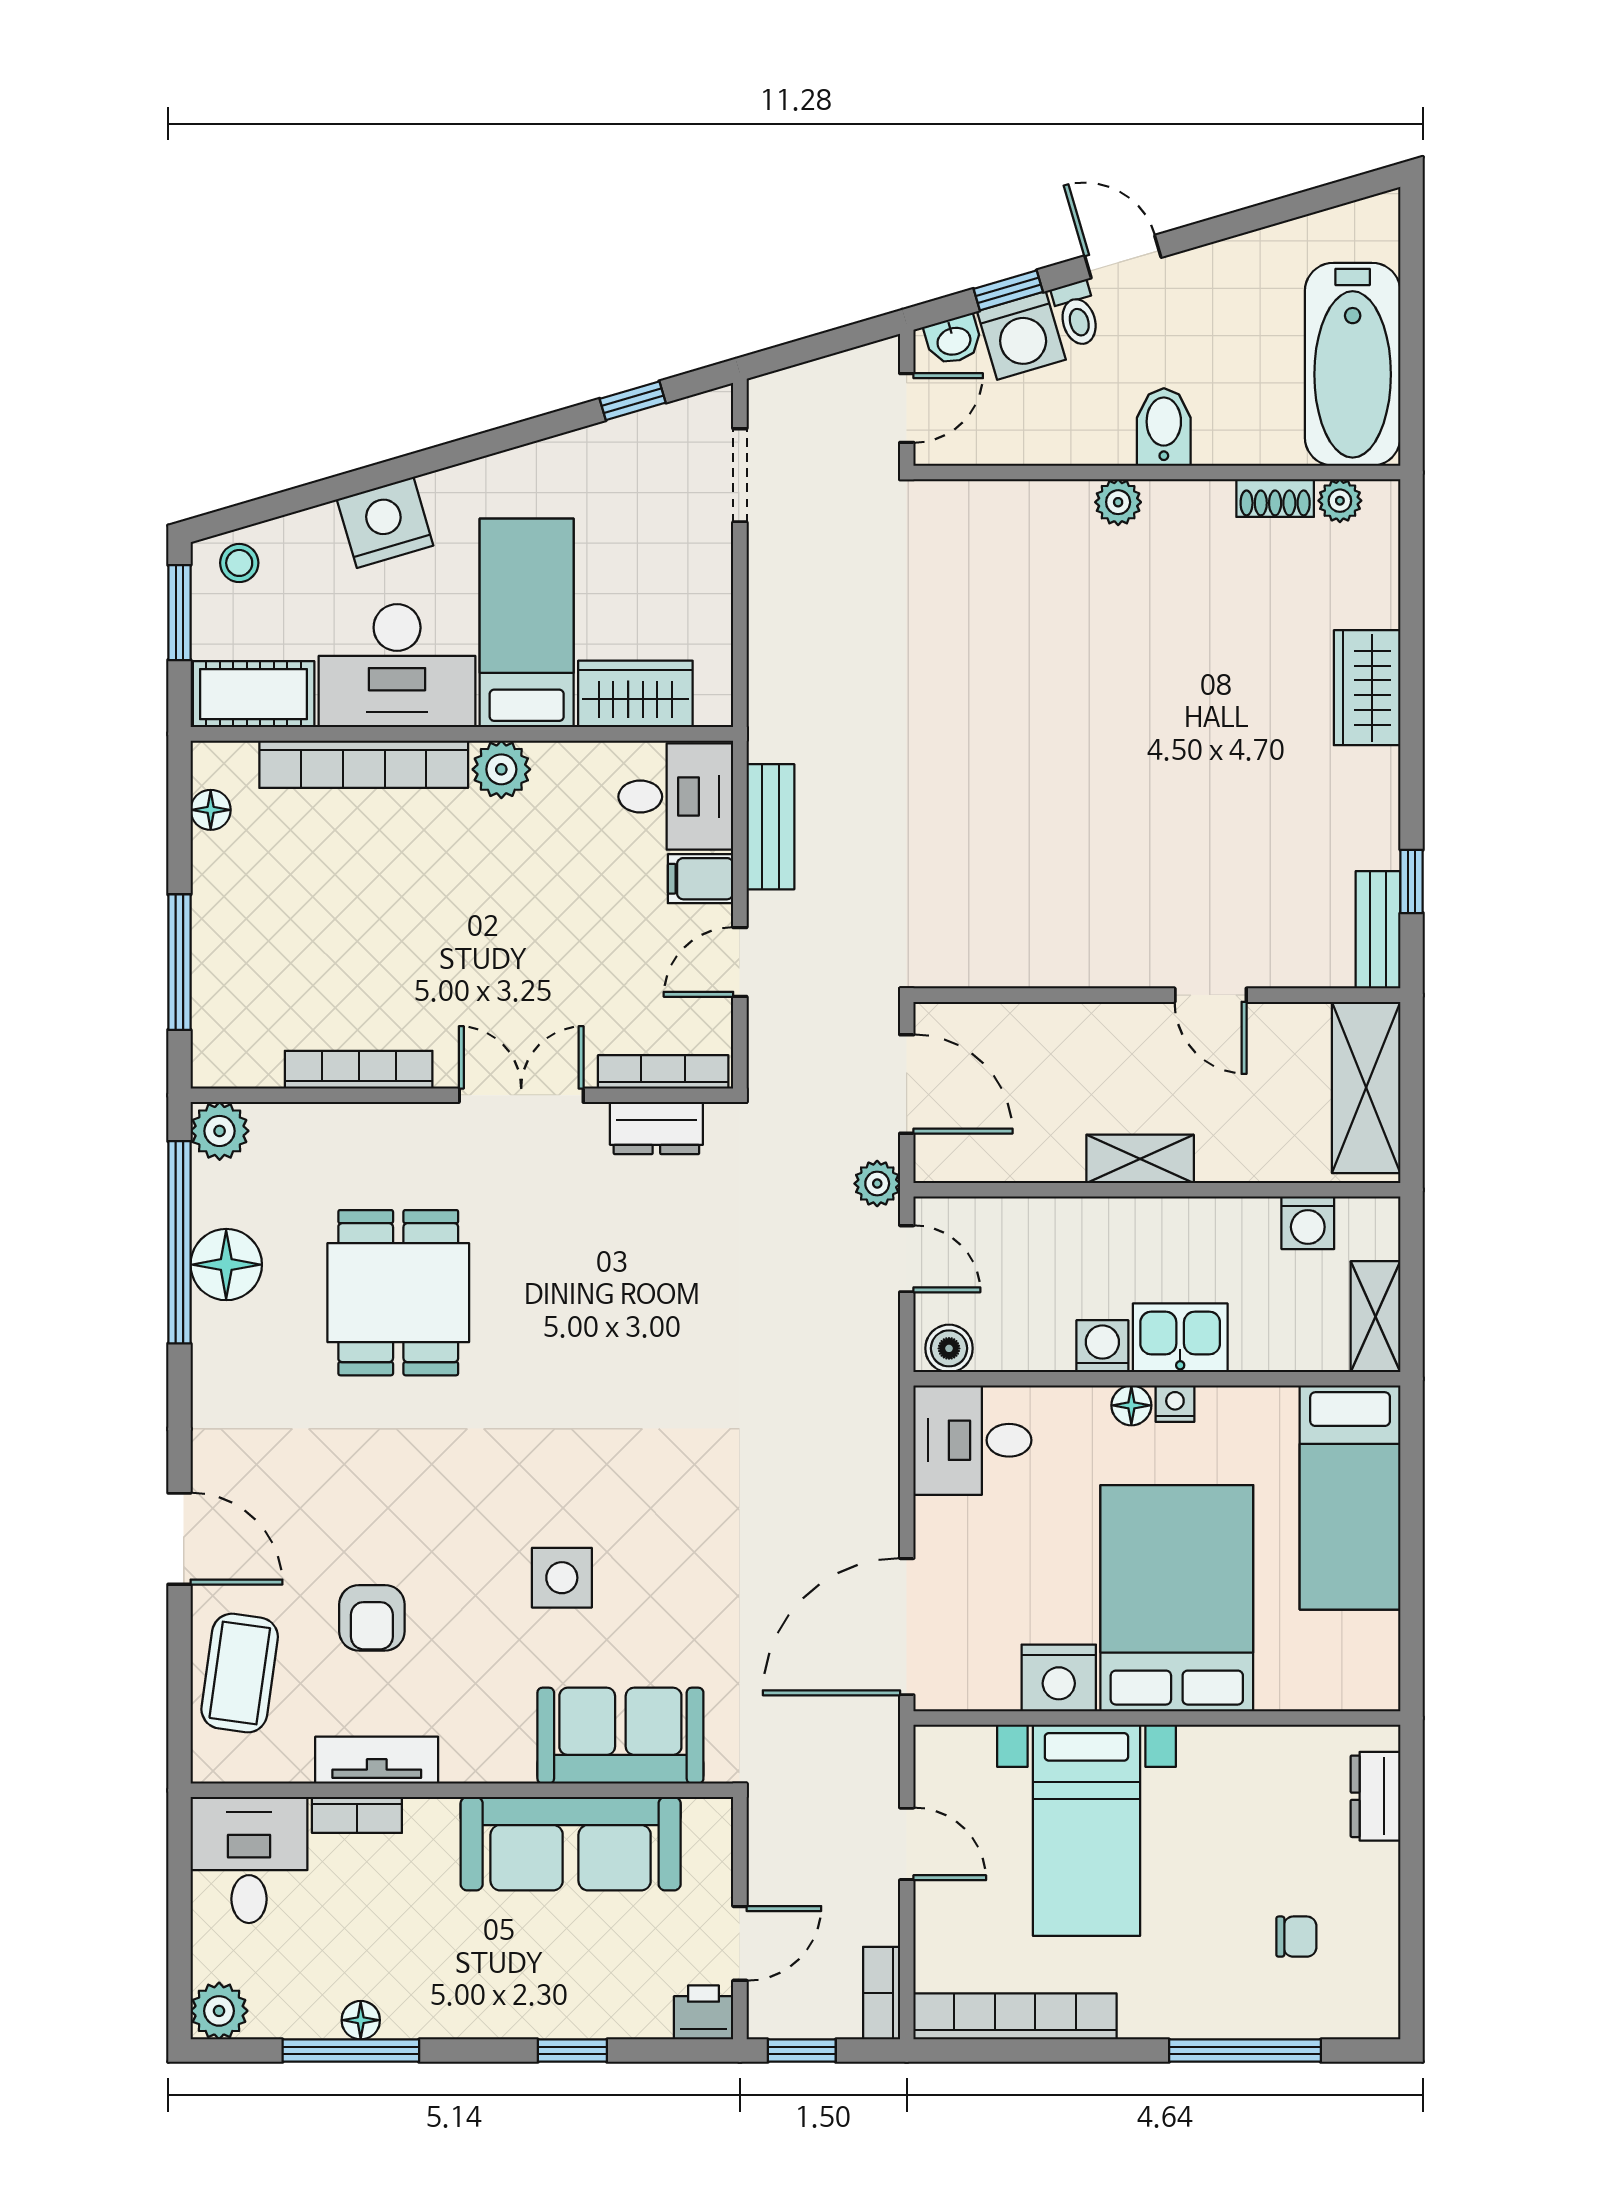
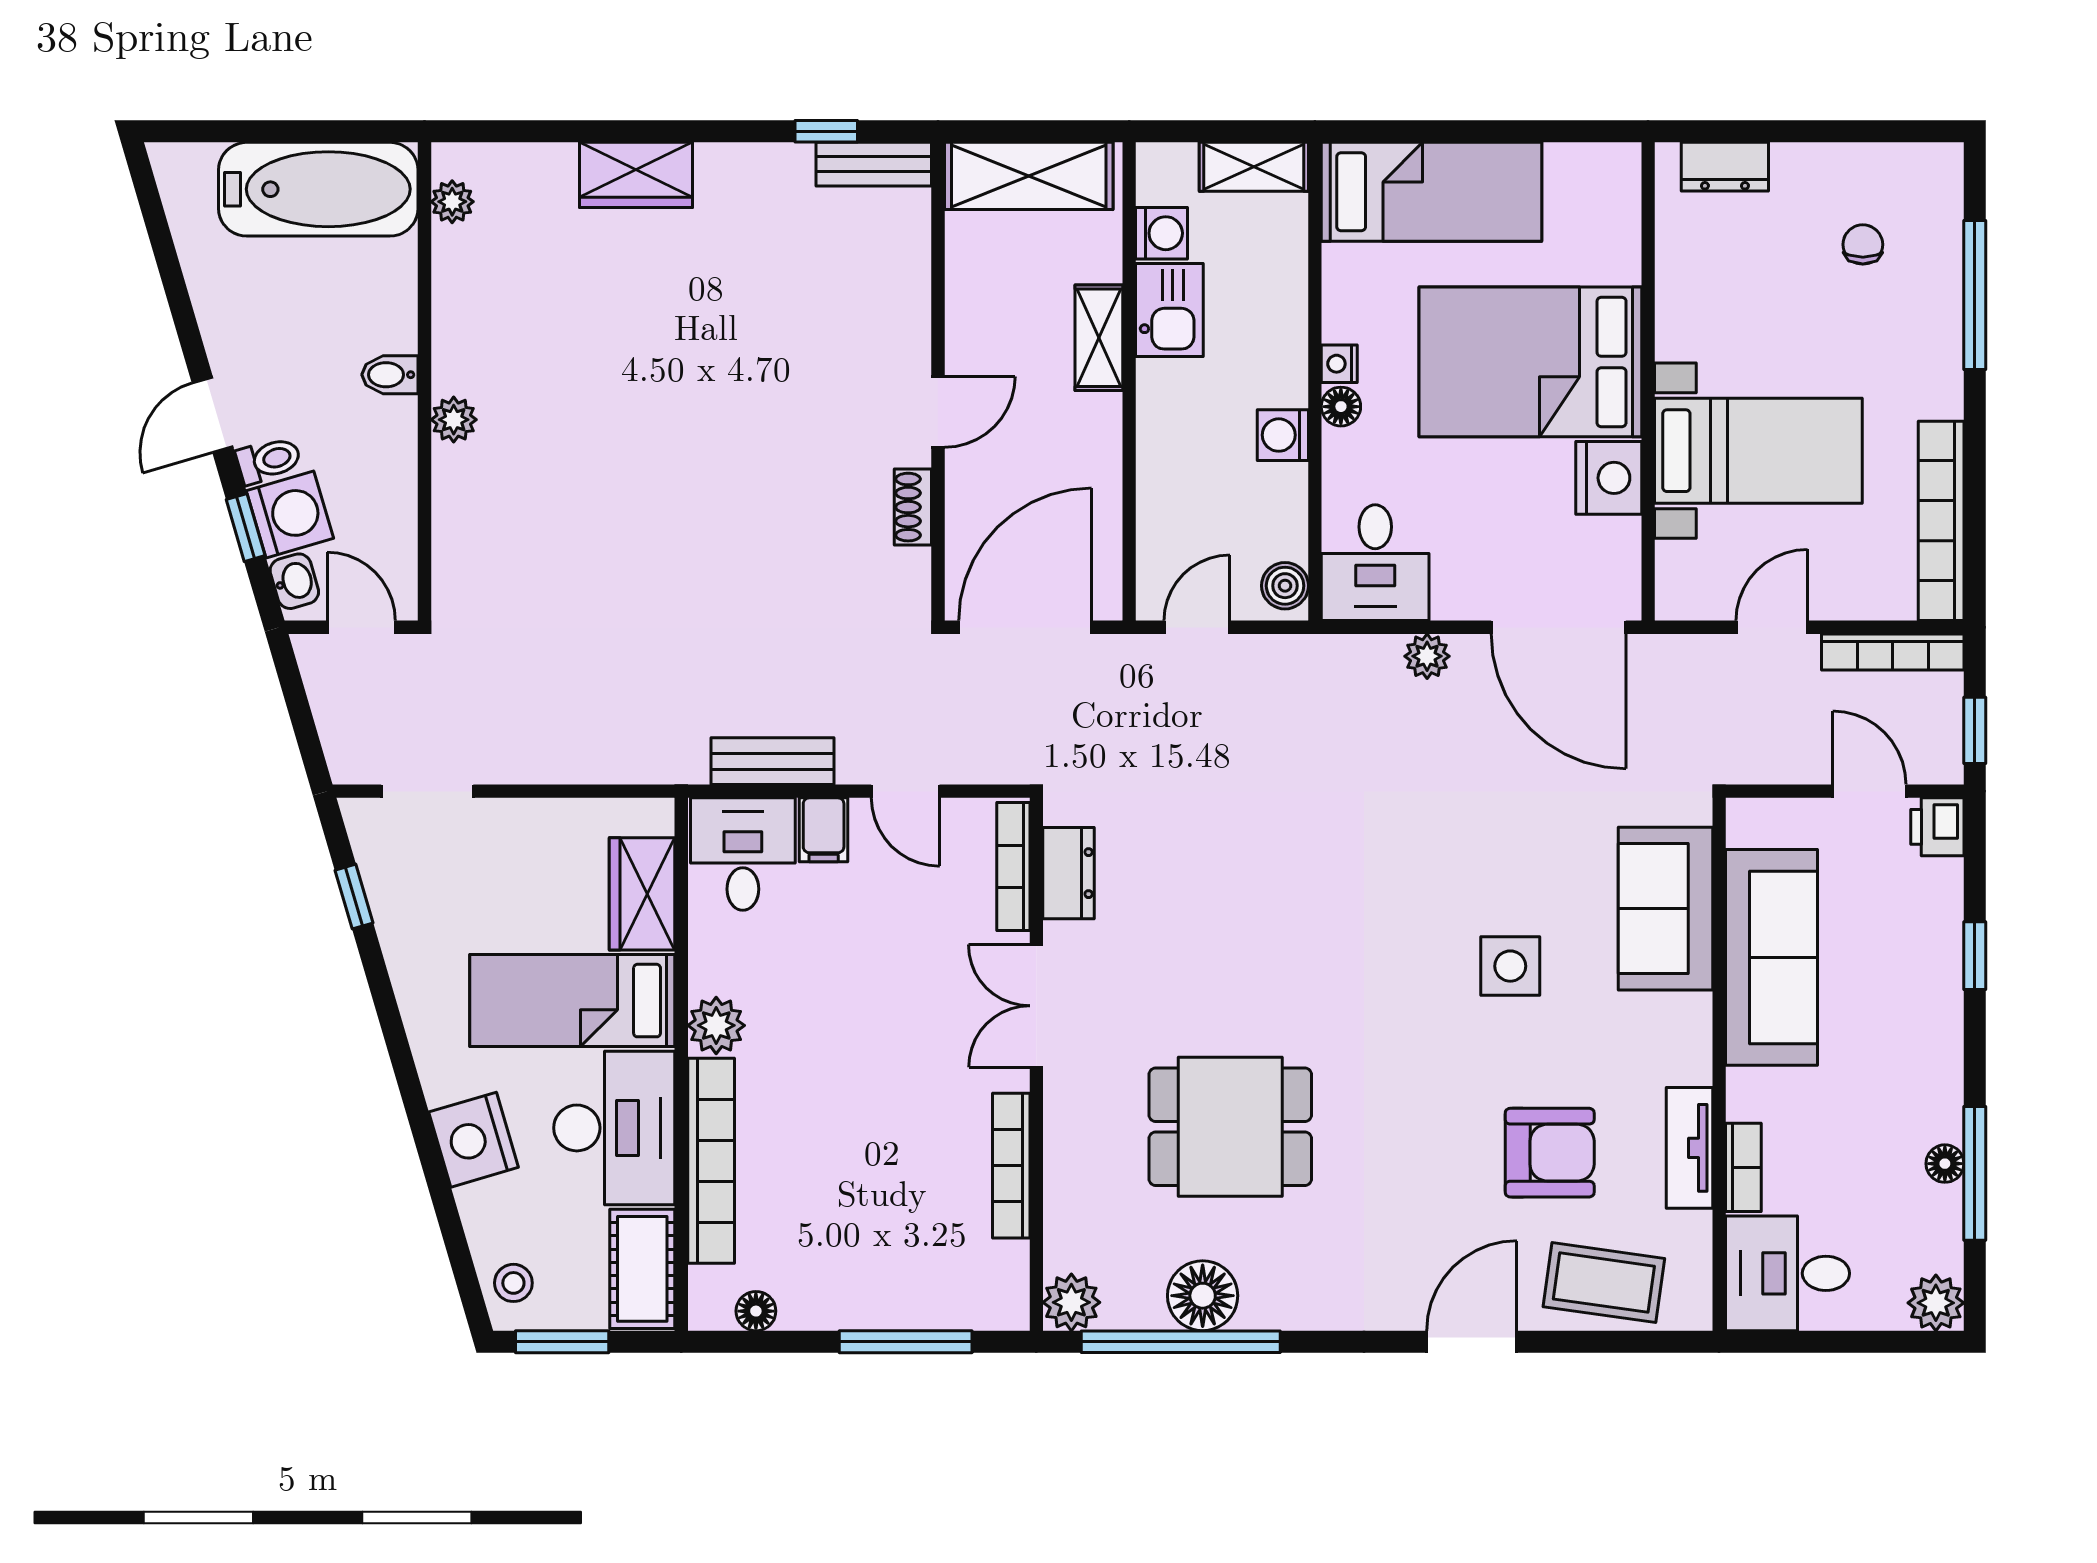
bidet: (1164, 427) -> (390, 375), width x0.72, depth x0.74
shoe rack: (1275, 498) -> (913, 507), moved, turned 180
door: (1211, 995) -> (938, 412), moved
door: (907, 1084) -> (1025, 627), width x1.36
shelving: (1140, 1159) -> (1099, 338), moved
plant: (877, 1184) -> (1427, 656), moved
kitchen sink: (1180, 1338) -> (1169, 310), moved, turned 180
armchair: (372, 1618) -> (1550, 1153), width x1.38, depth x1.38
bookcase: (882, 1993) -> (1893, 652), width x1.56

